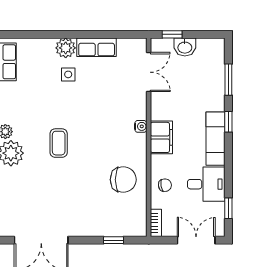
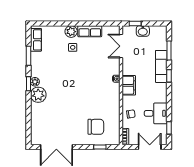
double door: (149, 72) -> (121, 46), swing flipped
exam couch: (215, 139) -> (161, 67), moved
coffee table: (59, 143) -> (67, 89), removed
chair: (123, 180) -> (96, 127), moved

